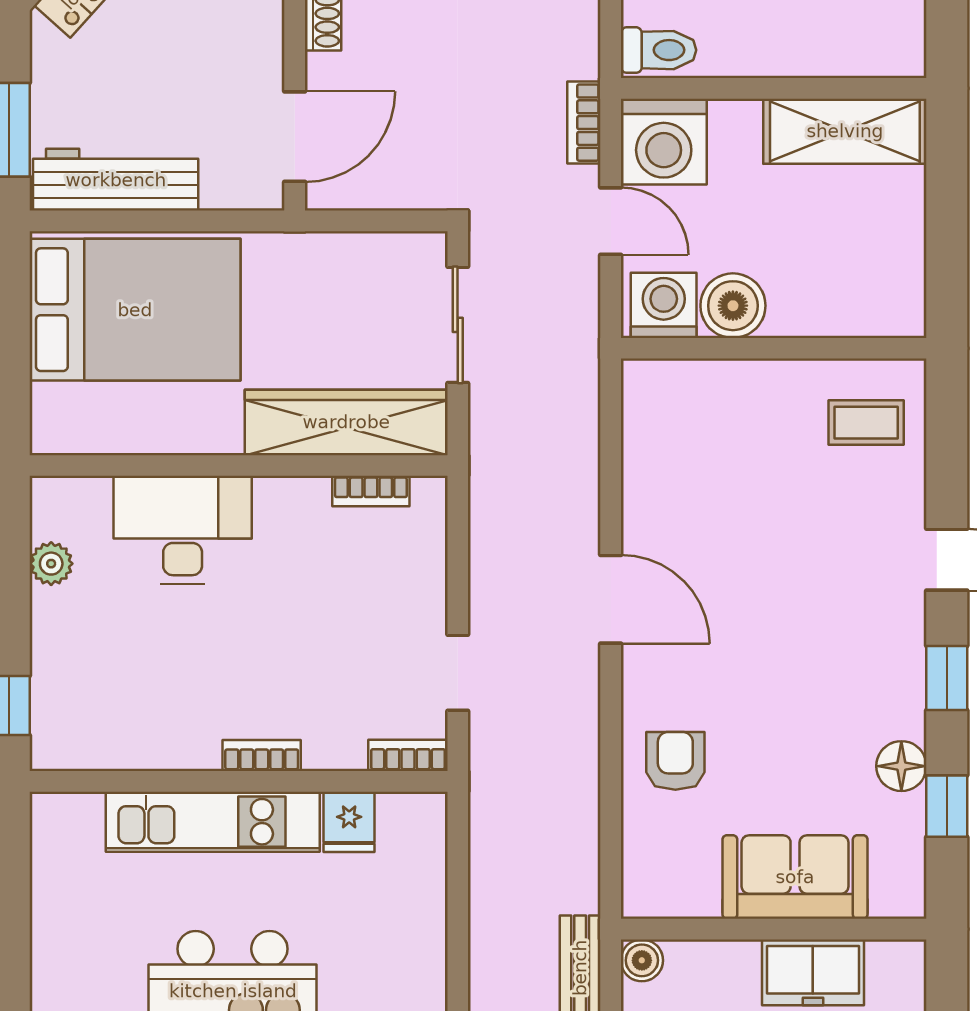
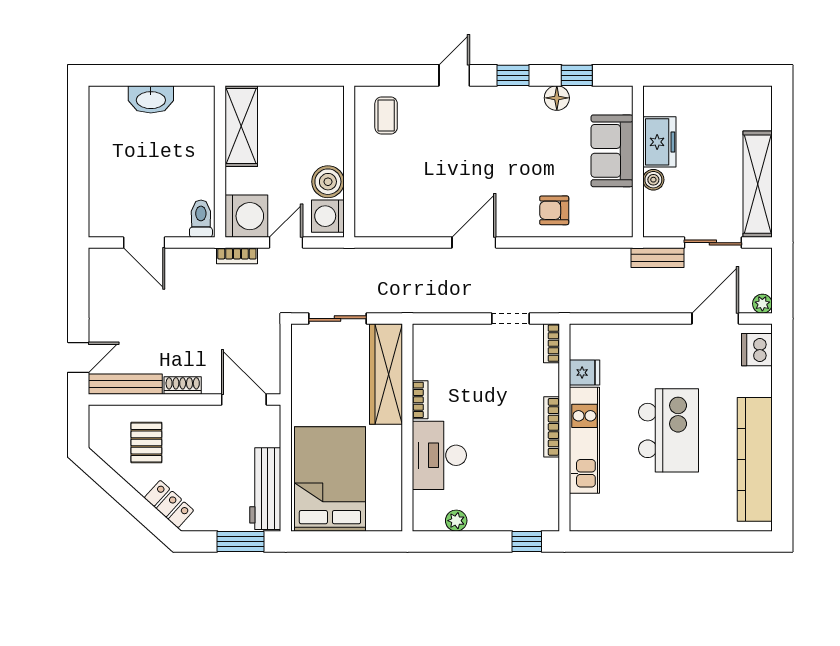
bookcase: (371, 491) -> (420, 400), moved
bookcase: (262, 756) -> (552, 427), width x1.56
boiler: (642, 960) -> (653, 180), moved

